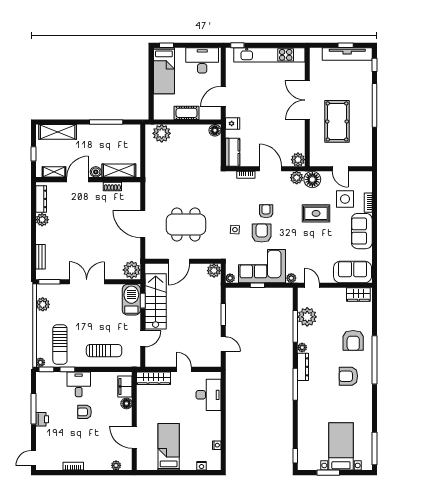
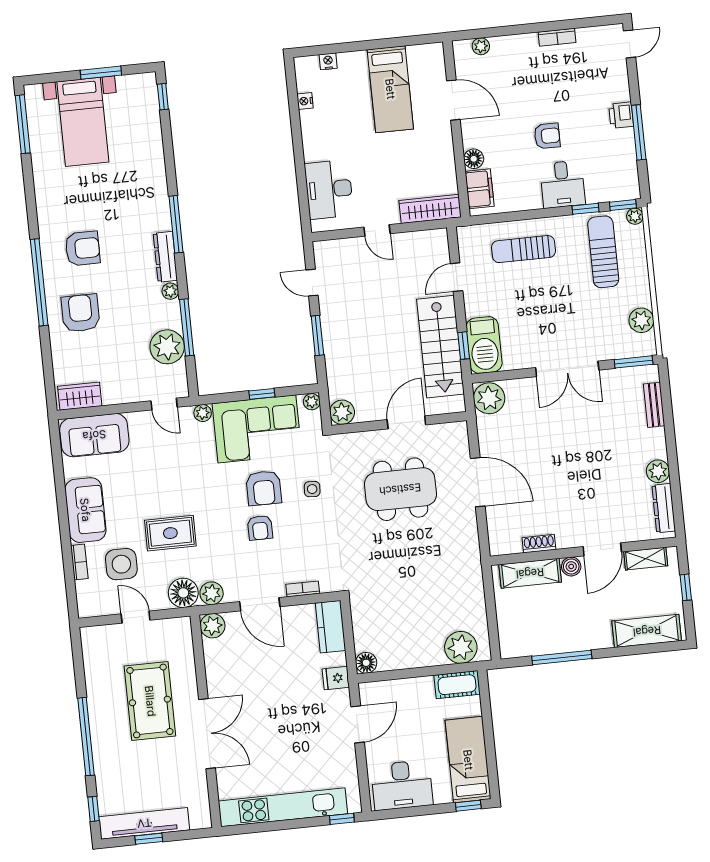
cot: (187, 113) -> (457, 685), moved

